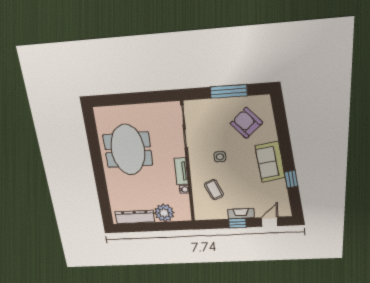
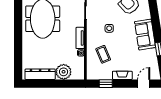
window: (237, 223) -> (106, 84), moved

